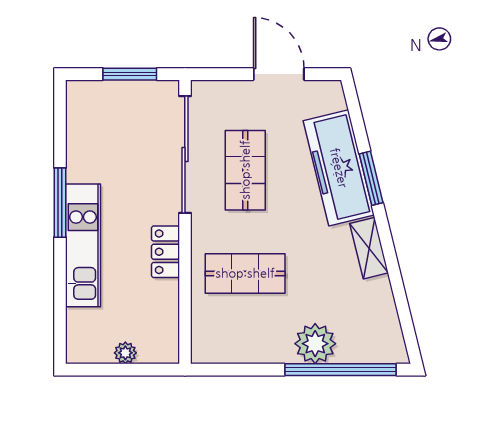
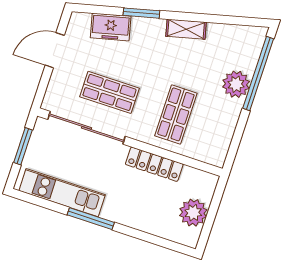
freezer: (339, 168) -> (111, 27), width x0.52, depth x0.79
kitchen unit: (83, 245) -> (62, 193), moved
locker: (165, 252) -> (154, 164), width x1.53
plant: (125, 353) -> (193, 213), width x1.88, depth x1.88

